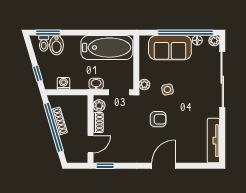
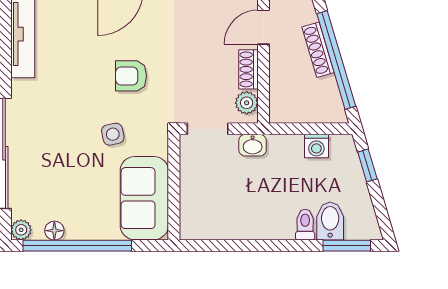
toilet: (44, 43) -> (305, 225), moved
bathtub: (107, 48) -> (232, 216), removed
sofa: (170, 48) -> (144, 198), moved, turned -90
plant: (144, 85) -> (158, 144), removed
shoe rack: (59, 121) -> (318, 50), moved

